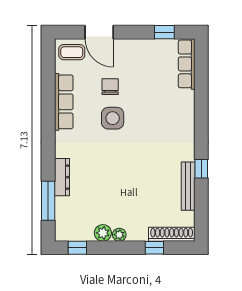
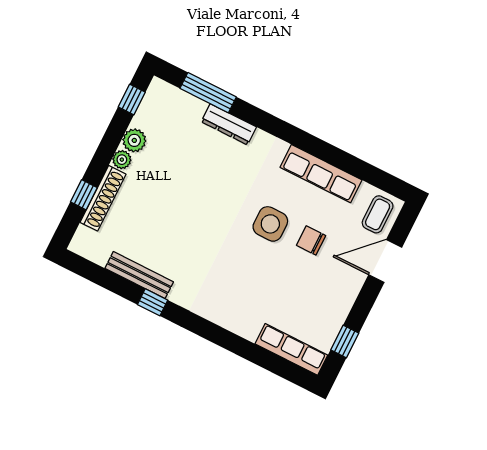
chair: (110, 87) -> (311, 240), turned 180
shoe rack: (172, 234) -> (103, 198), moved

